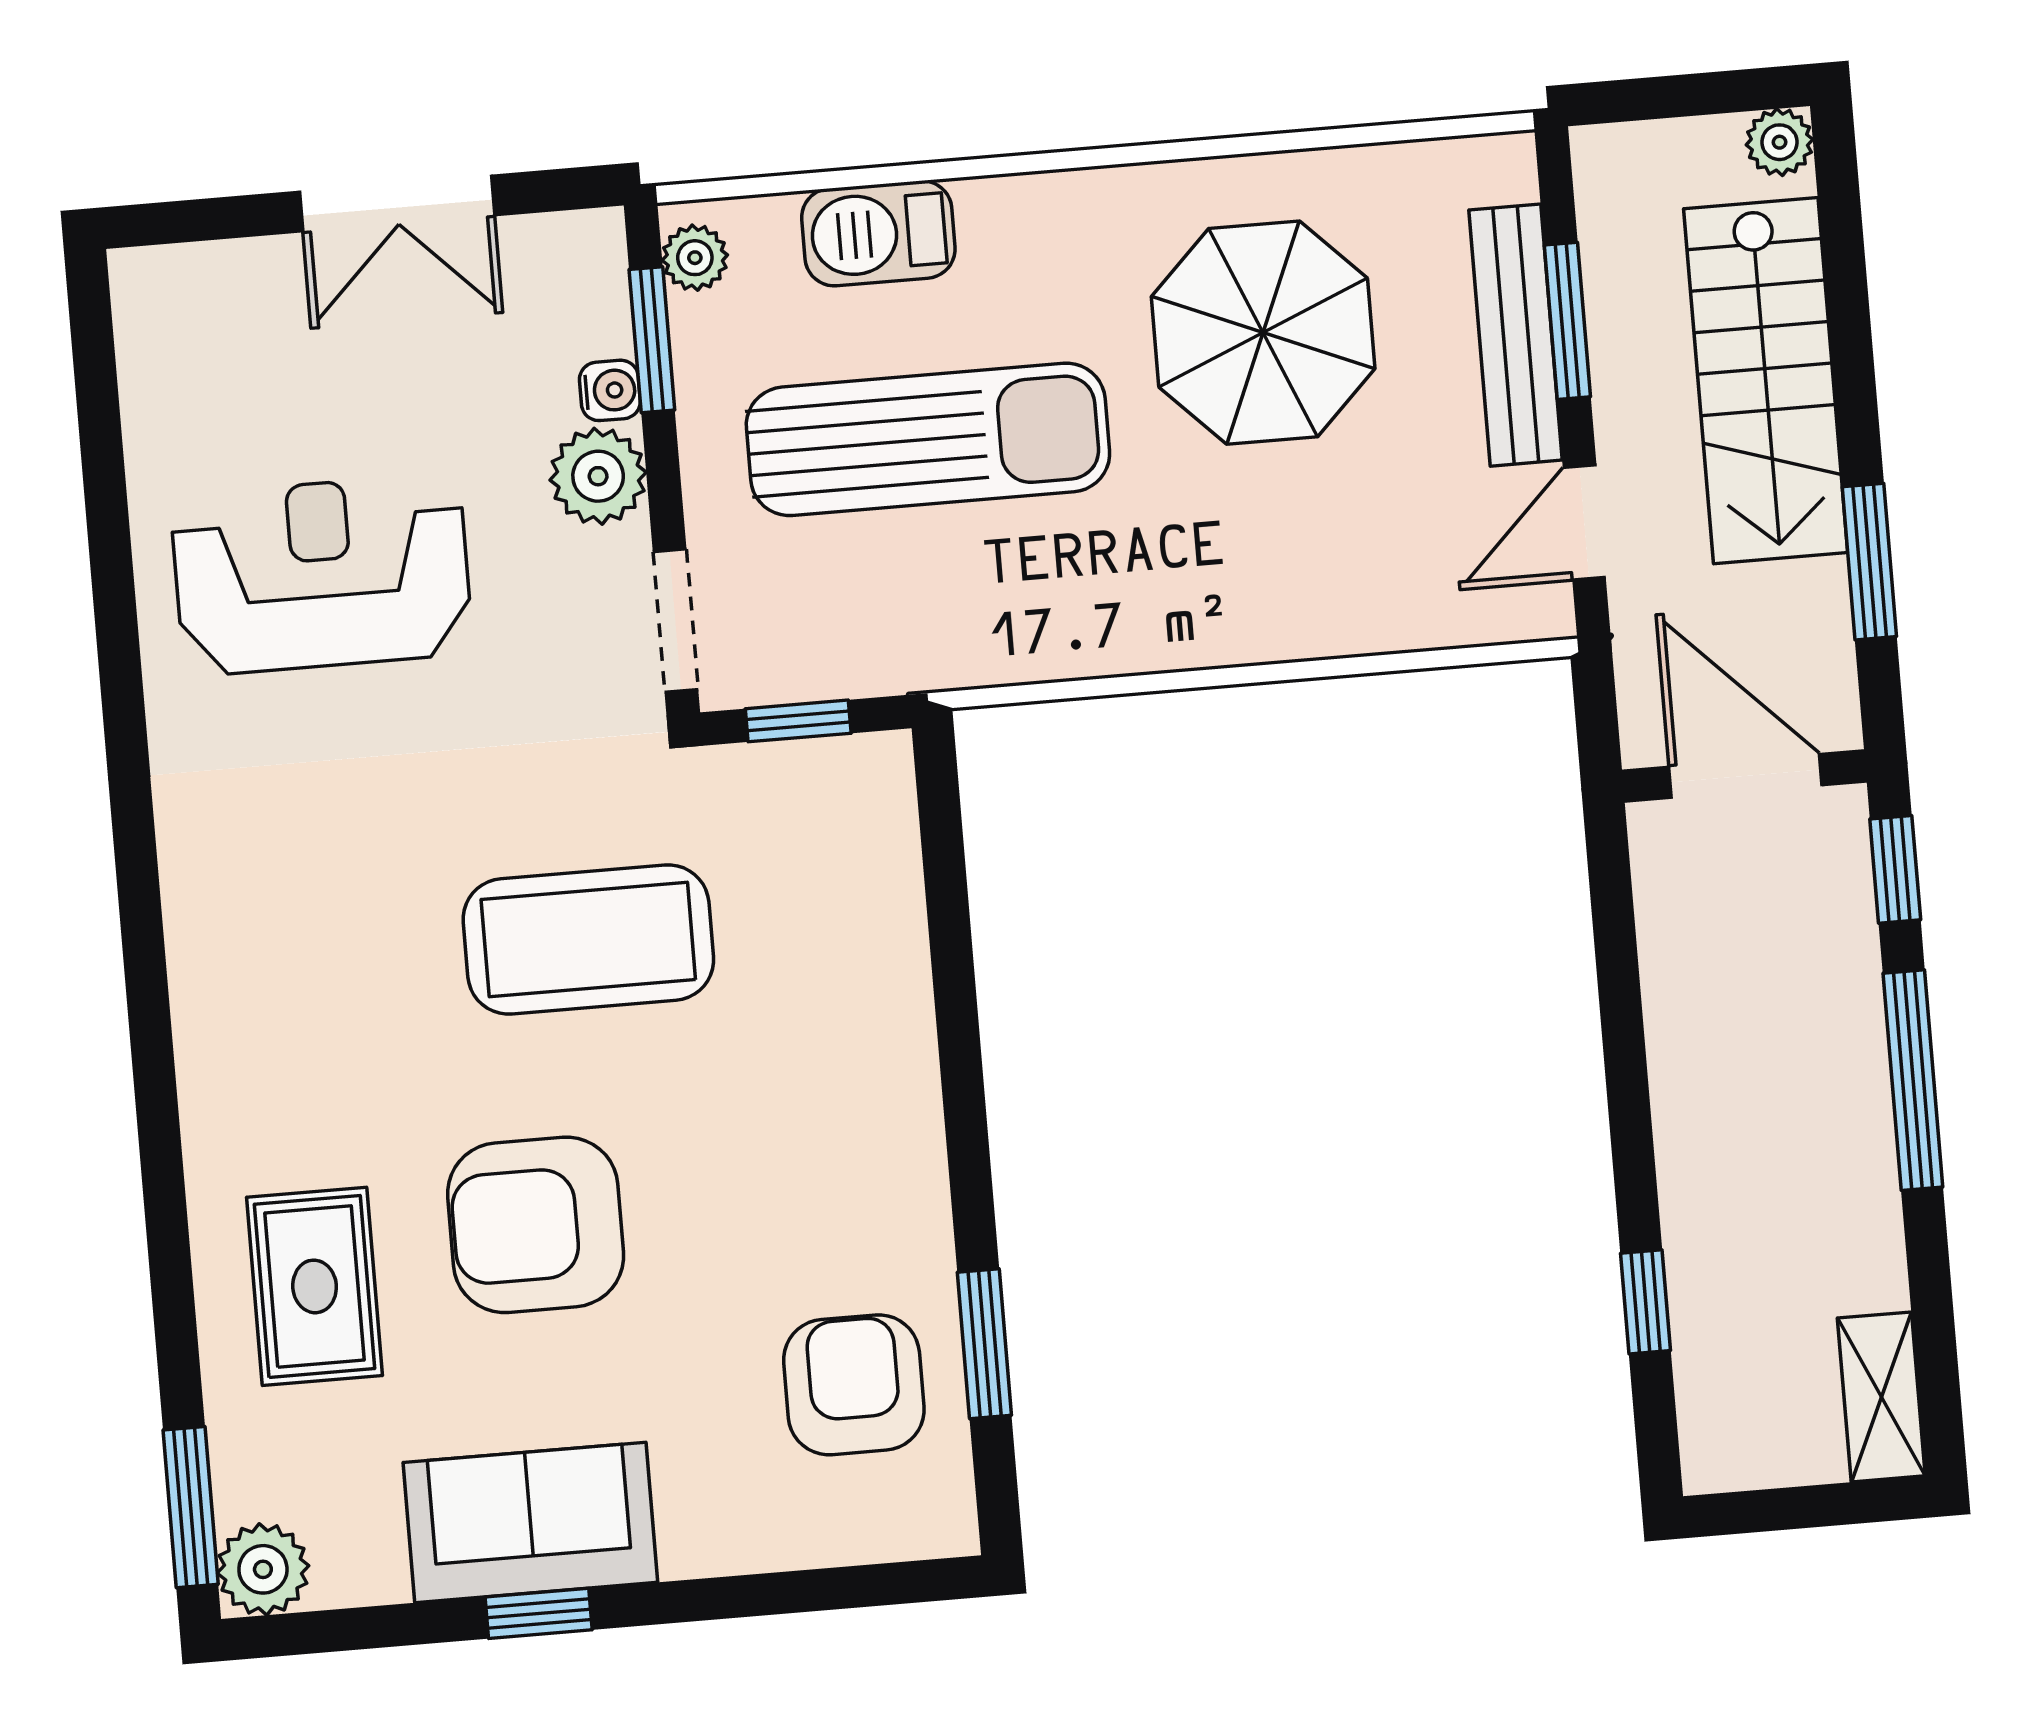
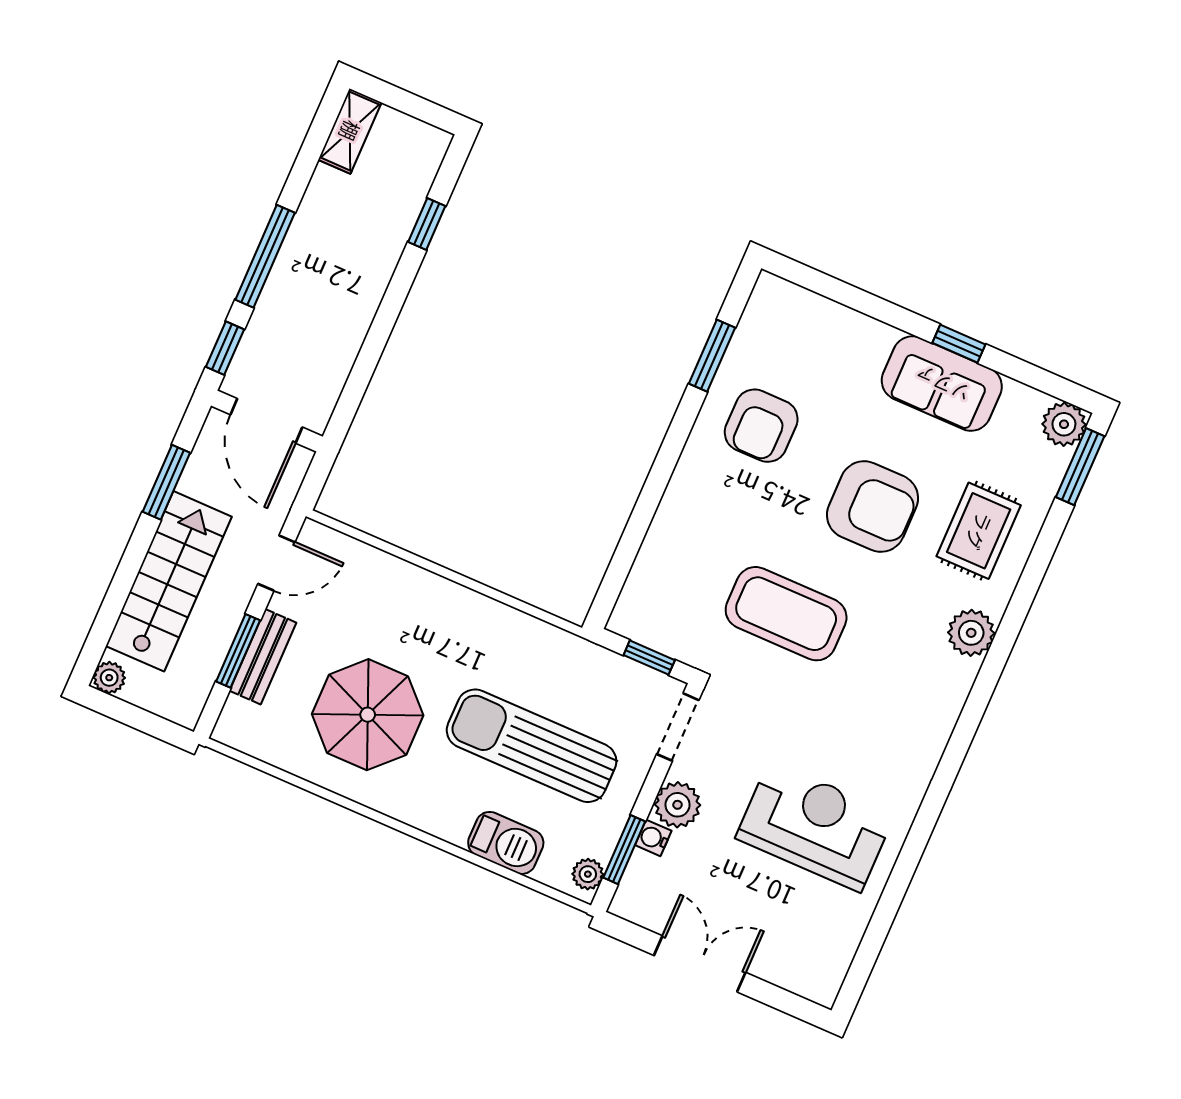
bench: (1516, 335) -> (263, 657), width x0.73
reception desk: (322, 574) -> (815, 826), turned 180
plant: (226, 1090) -> (971, 633), added
armchair: (854, 1385) -> (761, 426), moved

